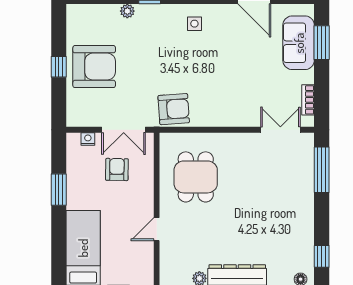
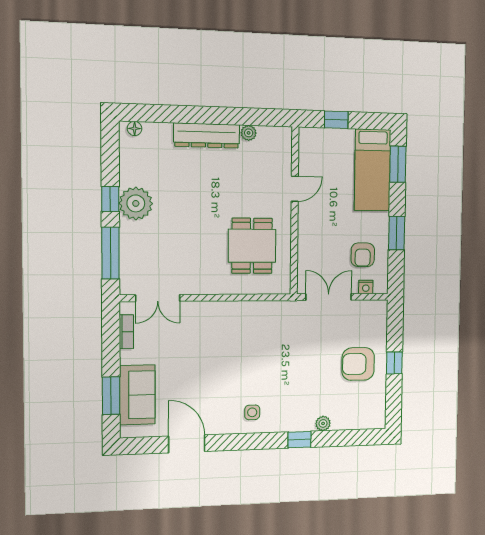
armchair: (94, 67) -> (358, 364), width x0.73, depth x0.73
armchair: (174, 109) -> (275, 320), removed
armchair: (117, 169) -> (363, 255), moved
plant: (300, 214) -> (136, 203), added
window: (59, 254) -> (398, 164), added
window: (322, 256) -> (110, 199), moved

